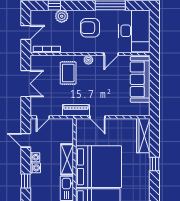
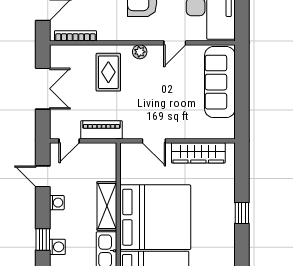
piano: (76, 110) -> (101, 130), moved
wardrobe: (143, 136) -> (198, 153), moved, turned -90
washing machine: (35, 168) -> (57, 247), moved

